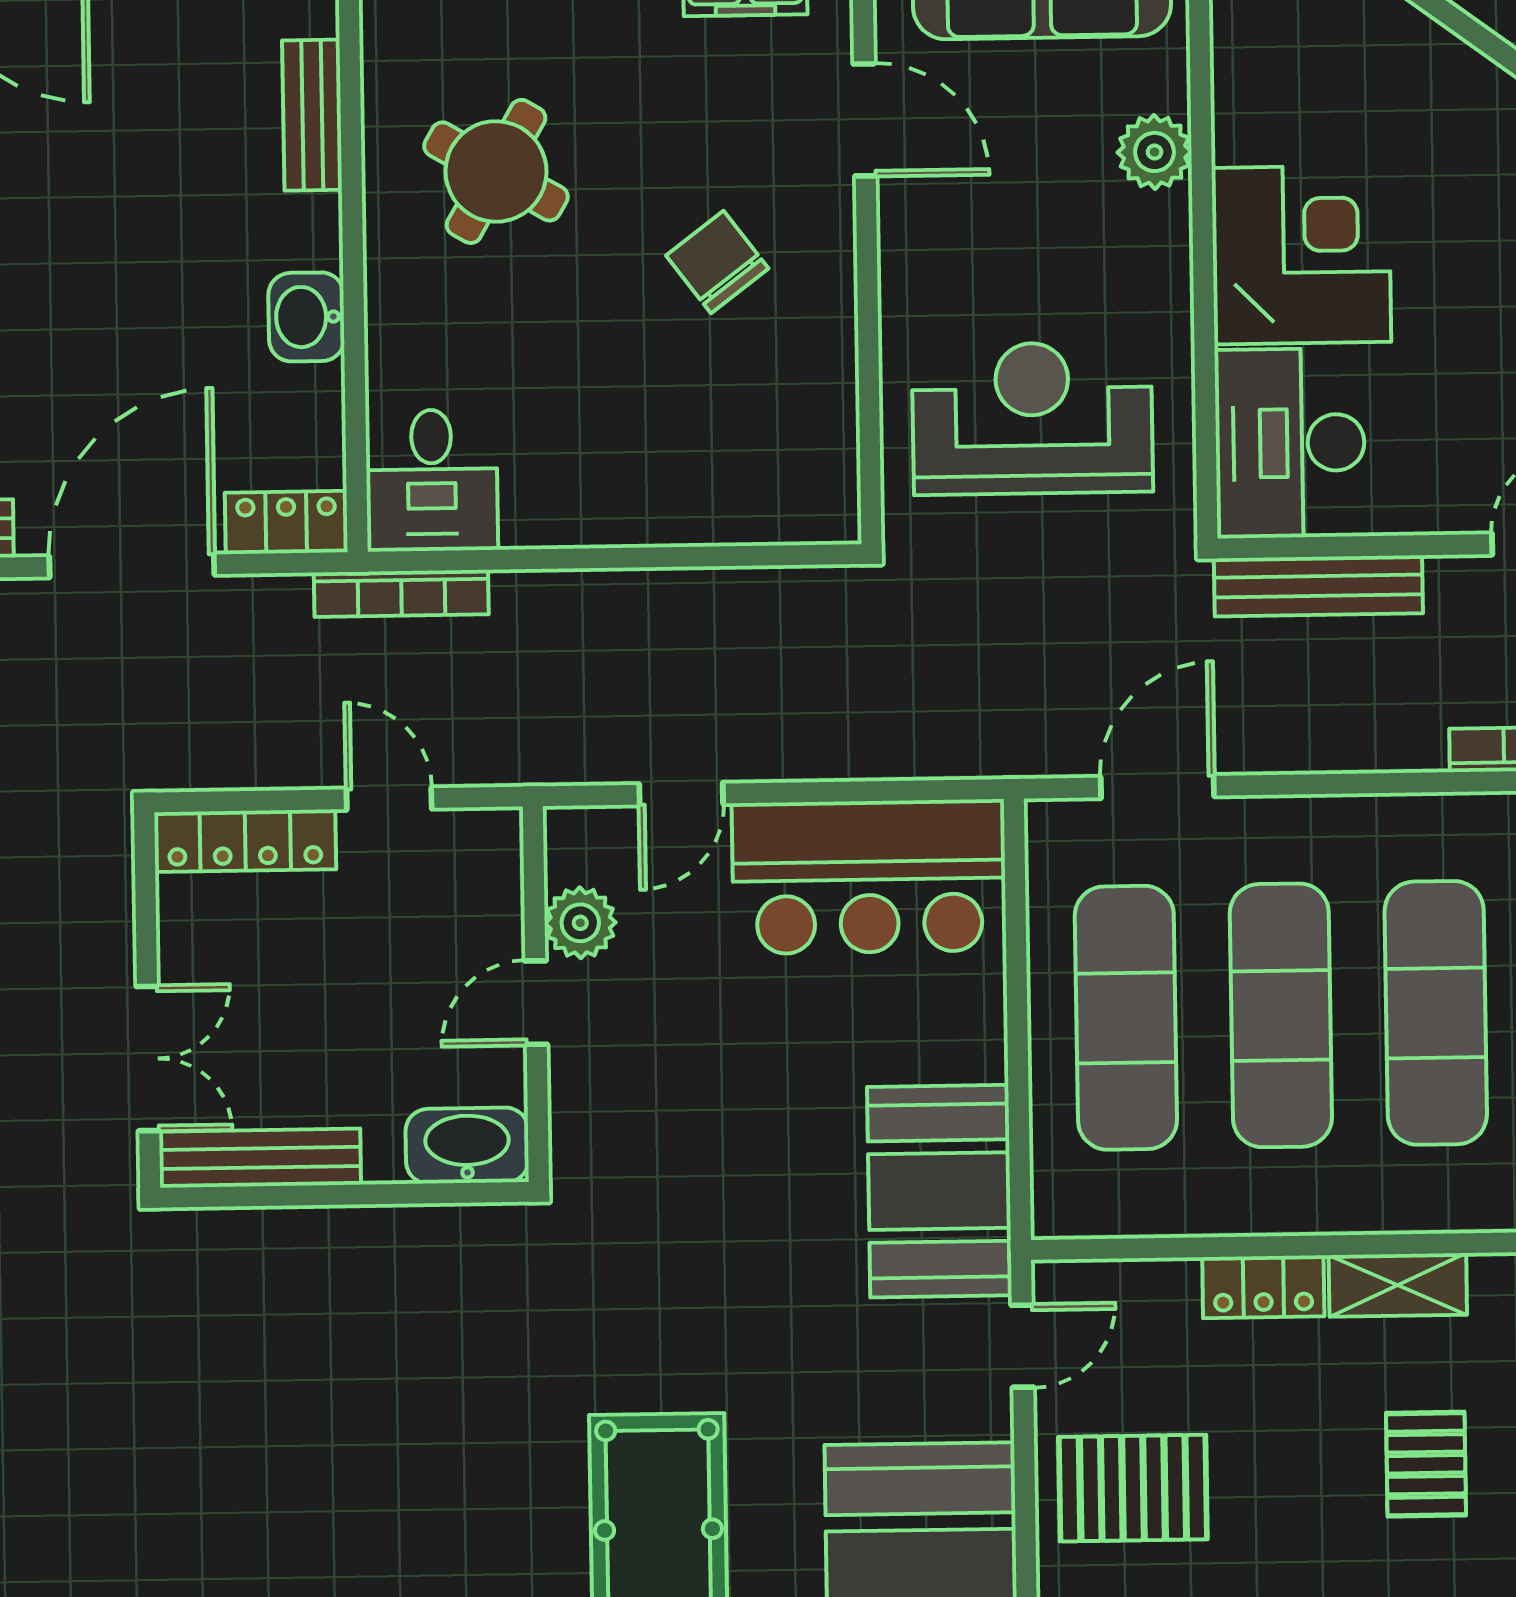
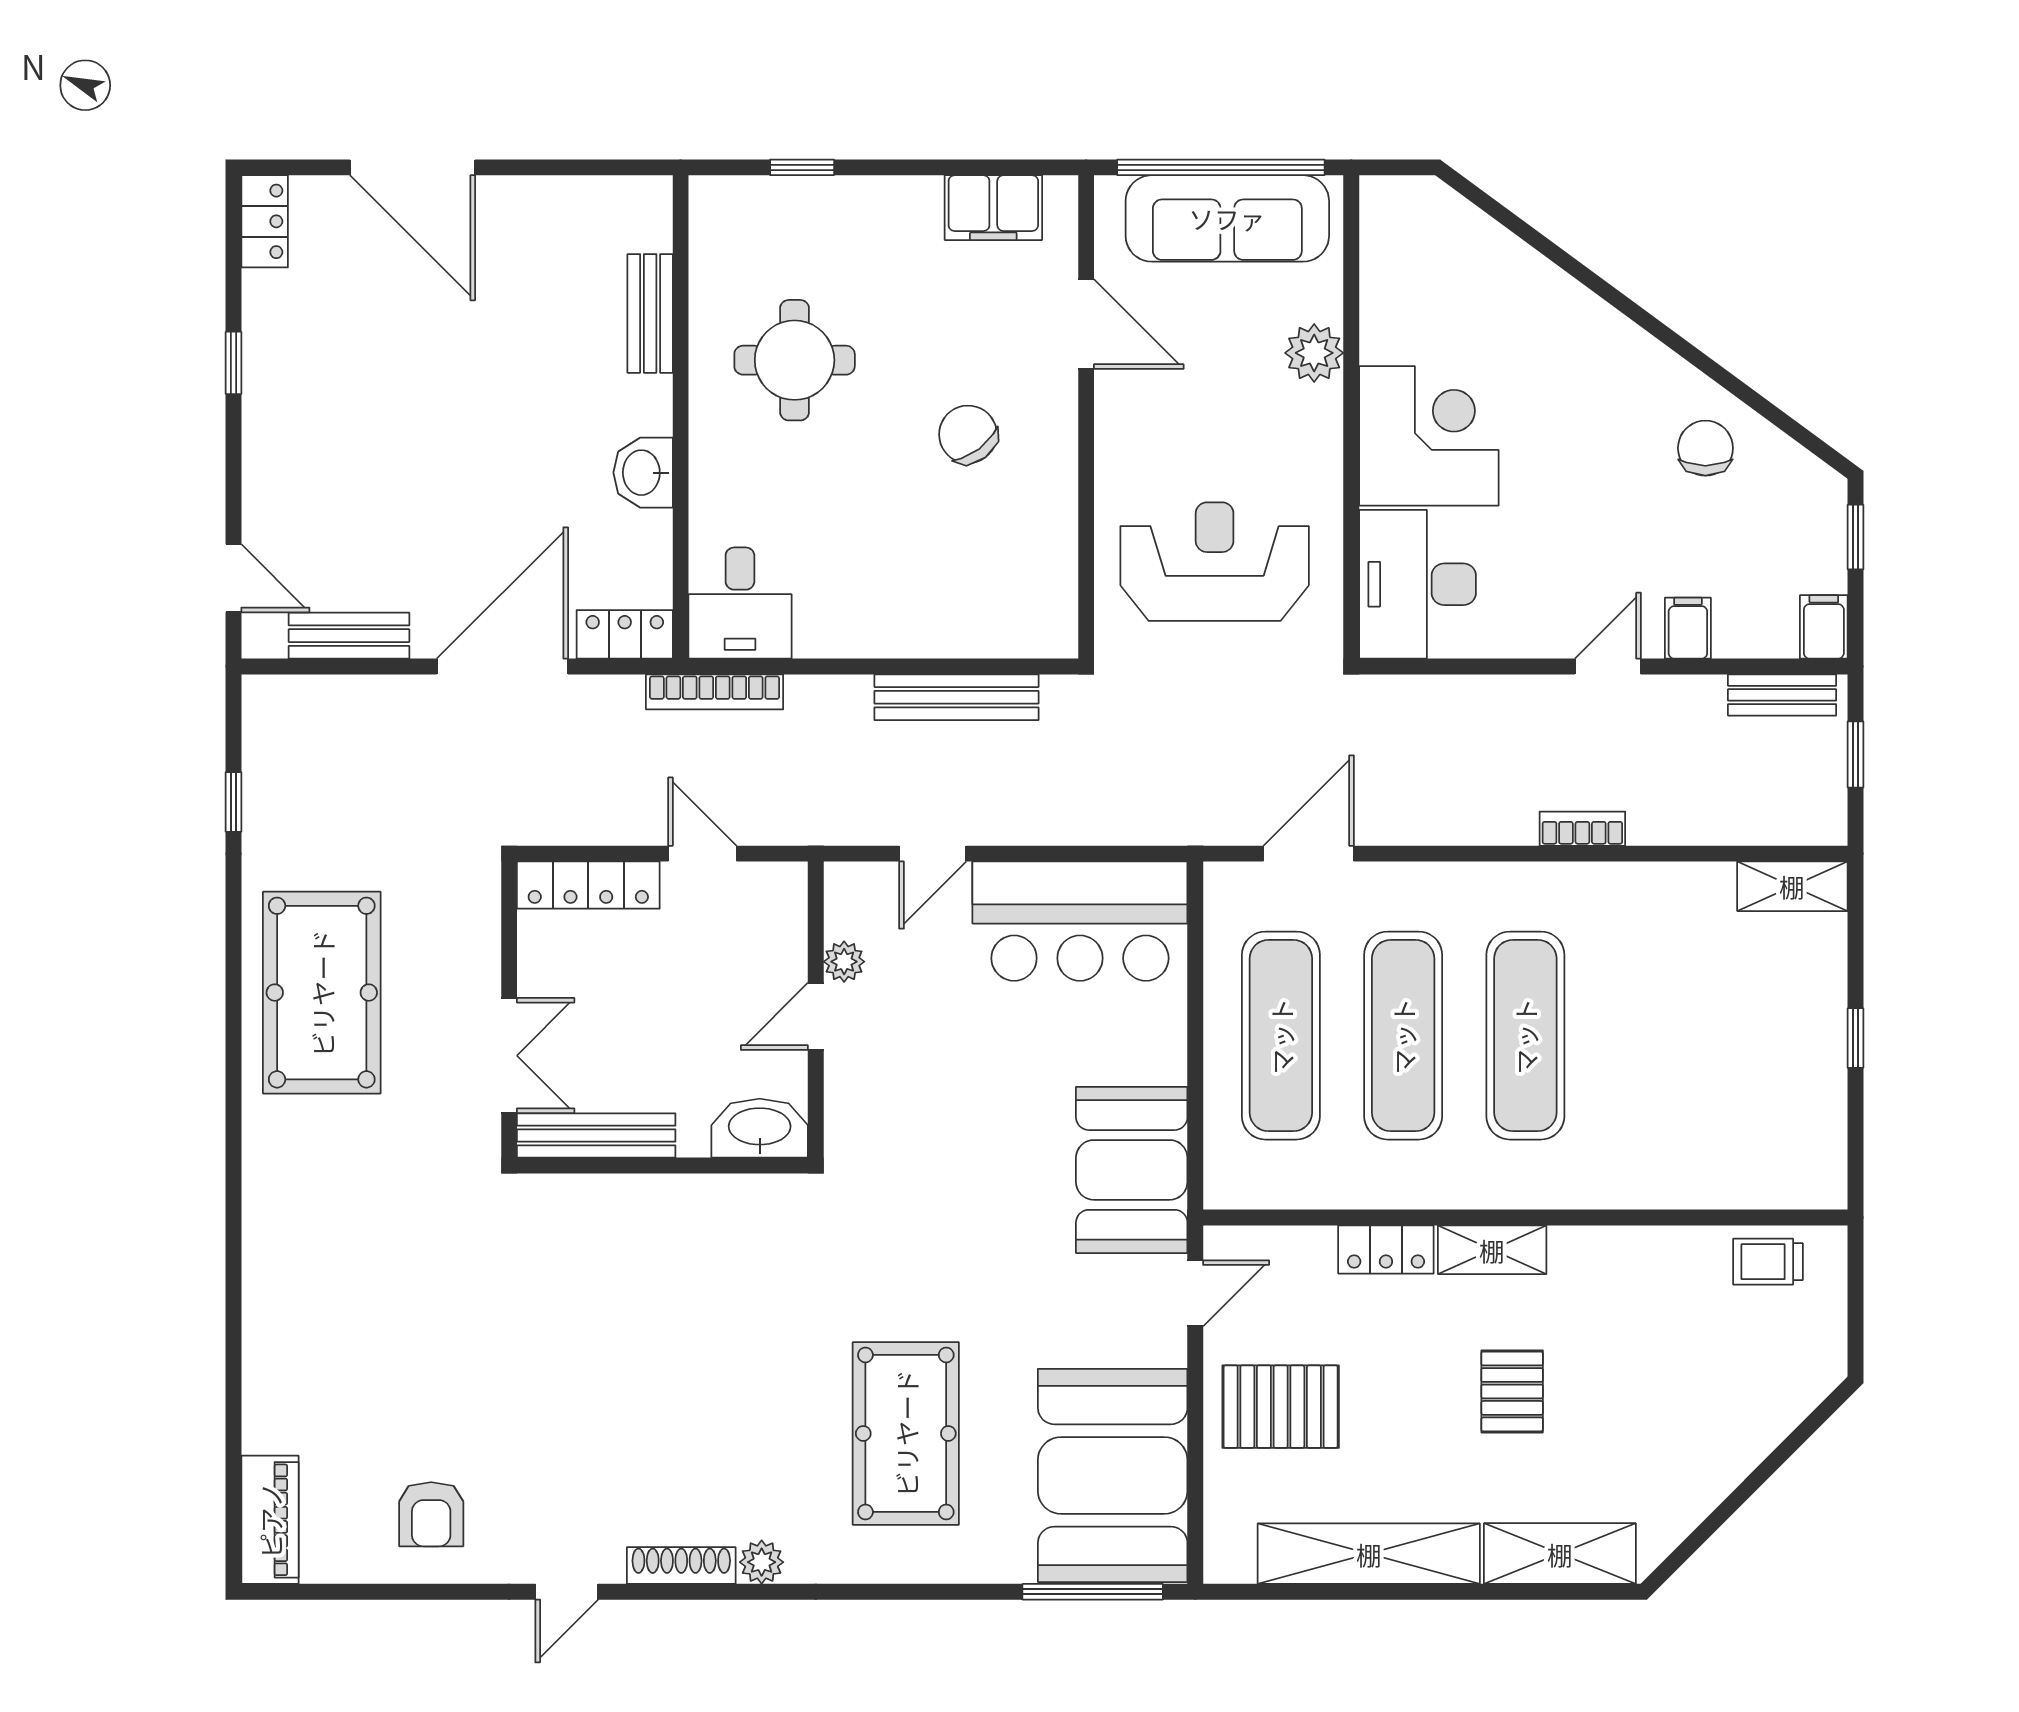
round table: (496, 171) -> (795, 360), turned -30
bench: (1318, 586) -> (956, 697), moved
plant: (580, 923) -> (844, 962), width x0.73, depth x0.73

